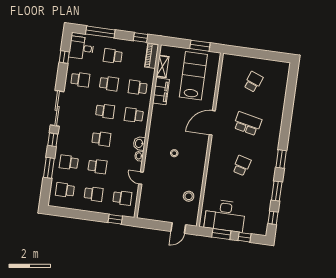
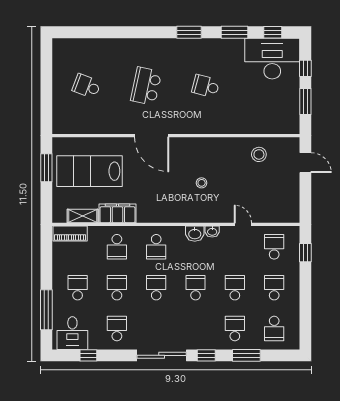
window: (141, 37) -> (46, 252), removed
school desk: (113, 56) -> (78, 288), turned 180
school desk: (69, 162) -> (235, 329), turned 180
door: (141, 178) -> (243, 224), swing flipped
desk: (225, 216) -> (272, 59), moved, turned -90

